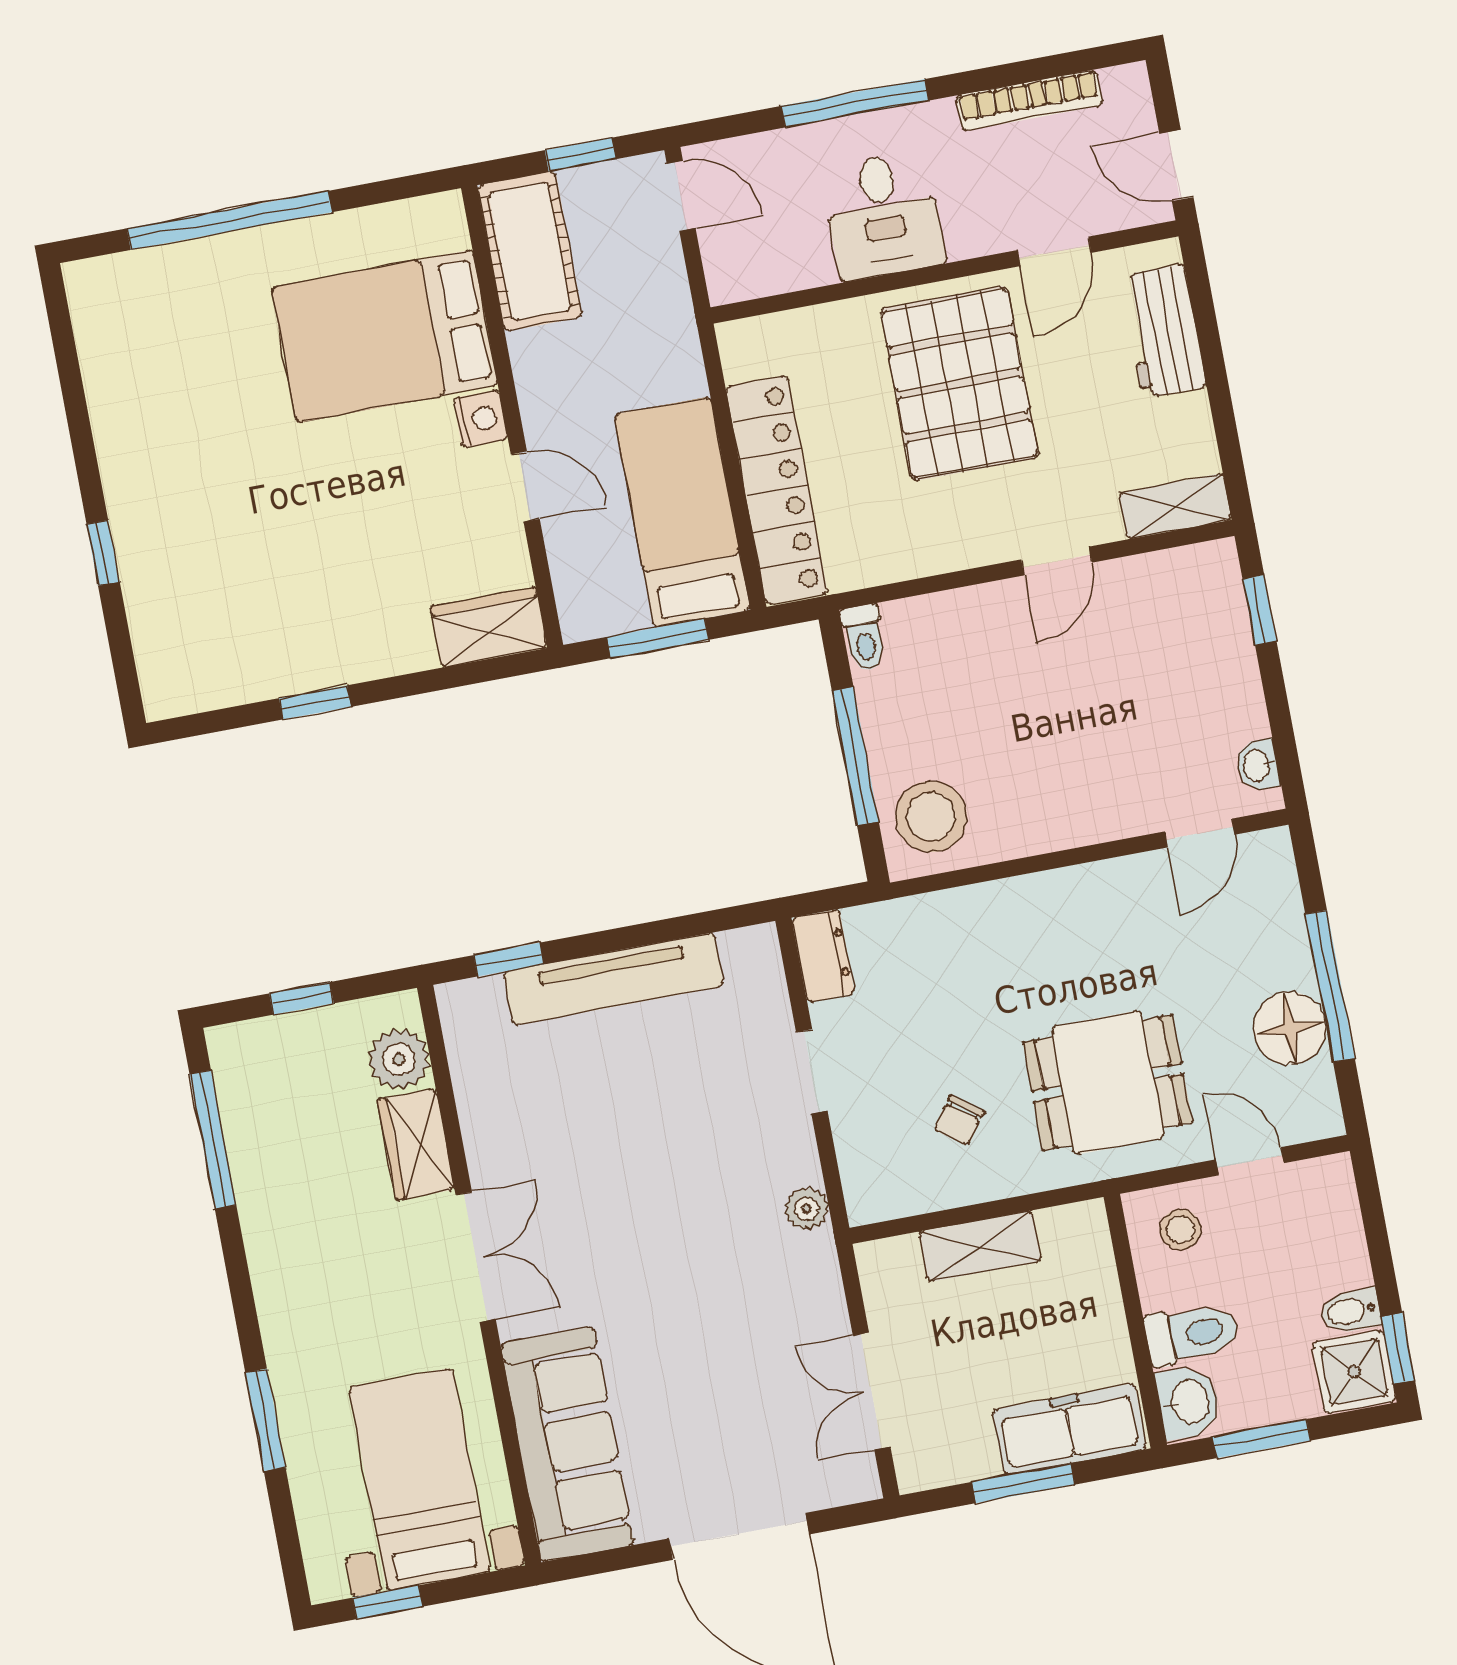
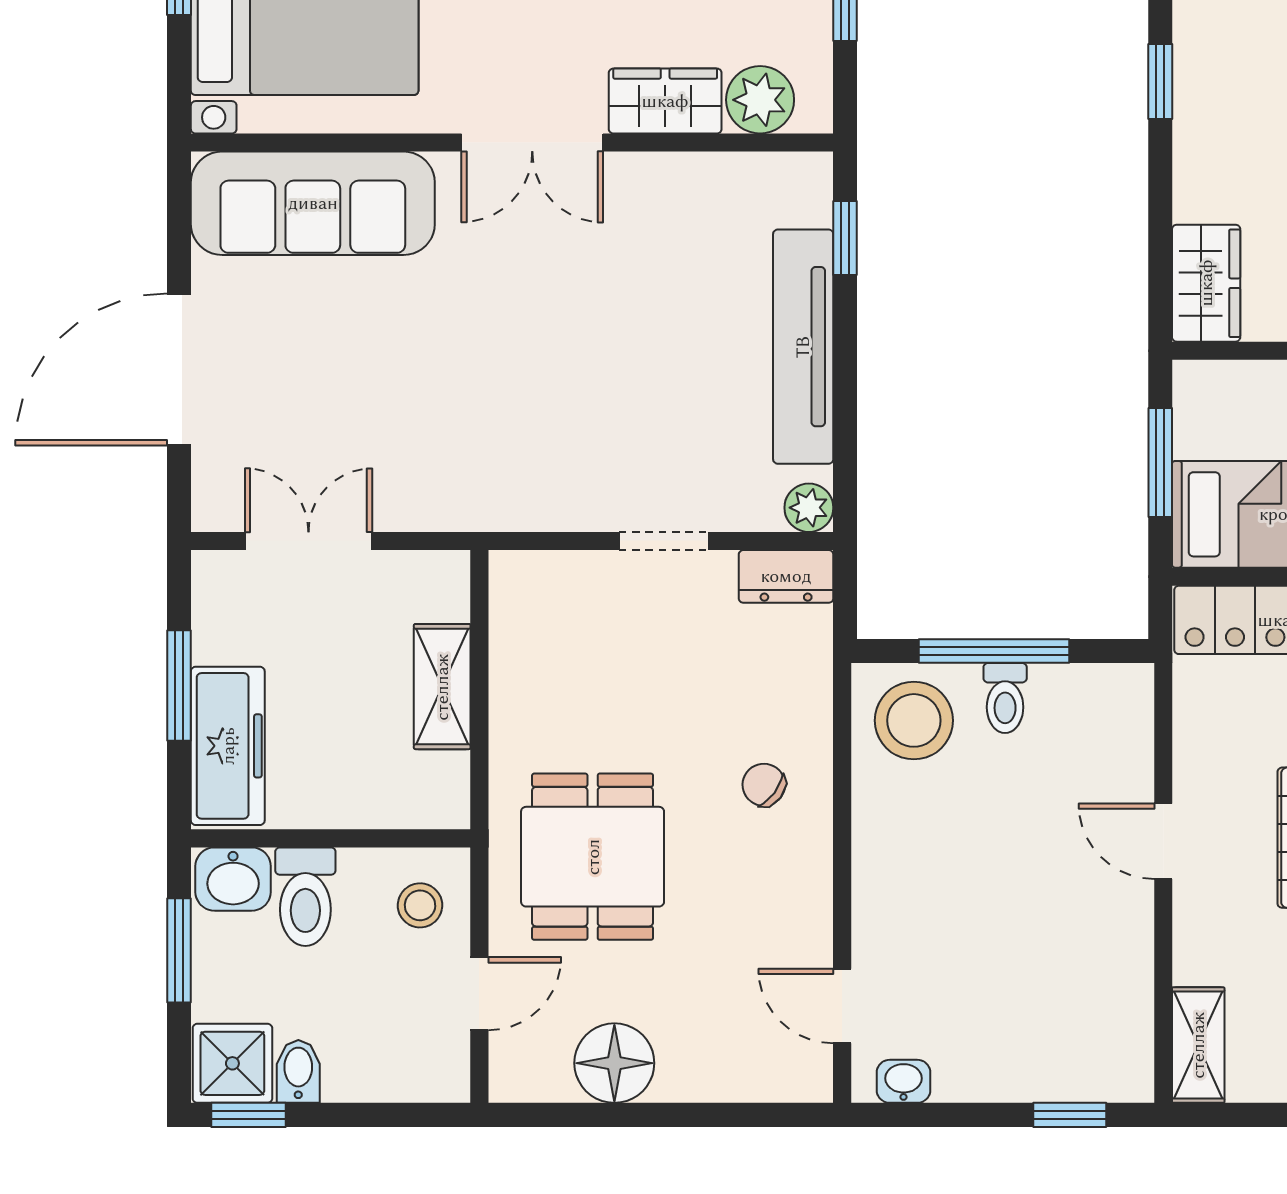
door: (1057, 561) -> (1163, 841), moved
toilet: (864, 638) -> (1005, 698), moved, turned -90
window: (1330, 986) -> (652, 1115), removed
chair: (959, 1121) -> (764, 785), moved
plant: (807, 1209) -> (809, 508), moved

